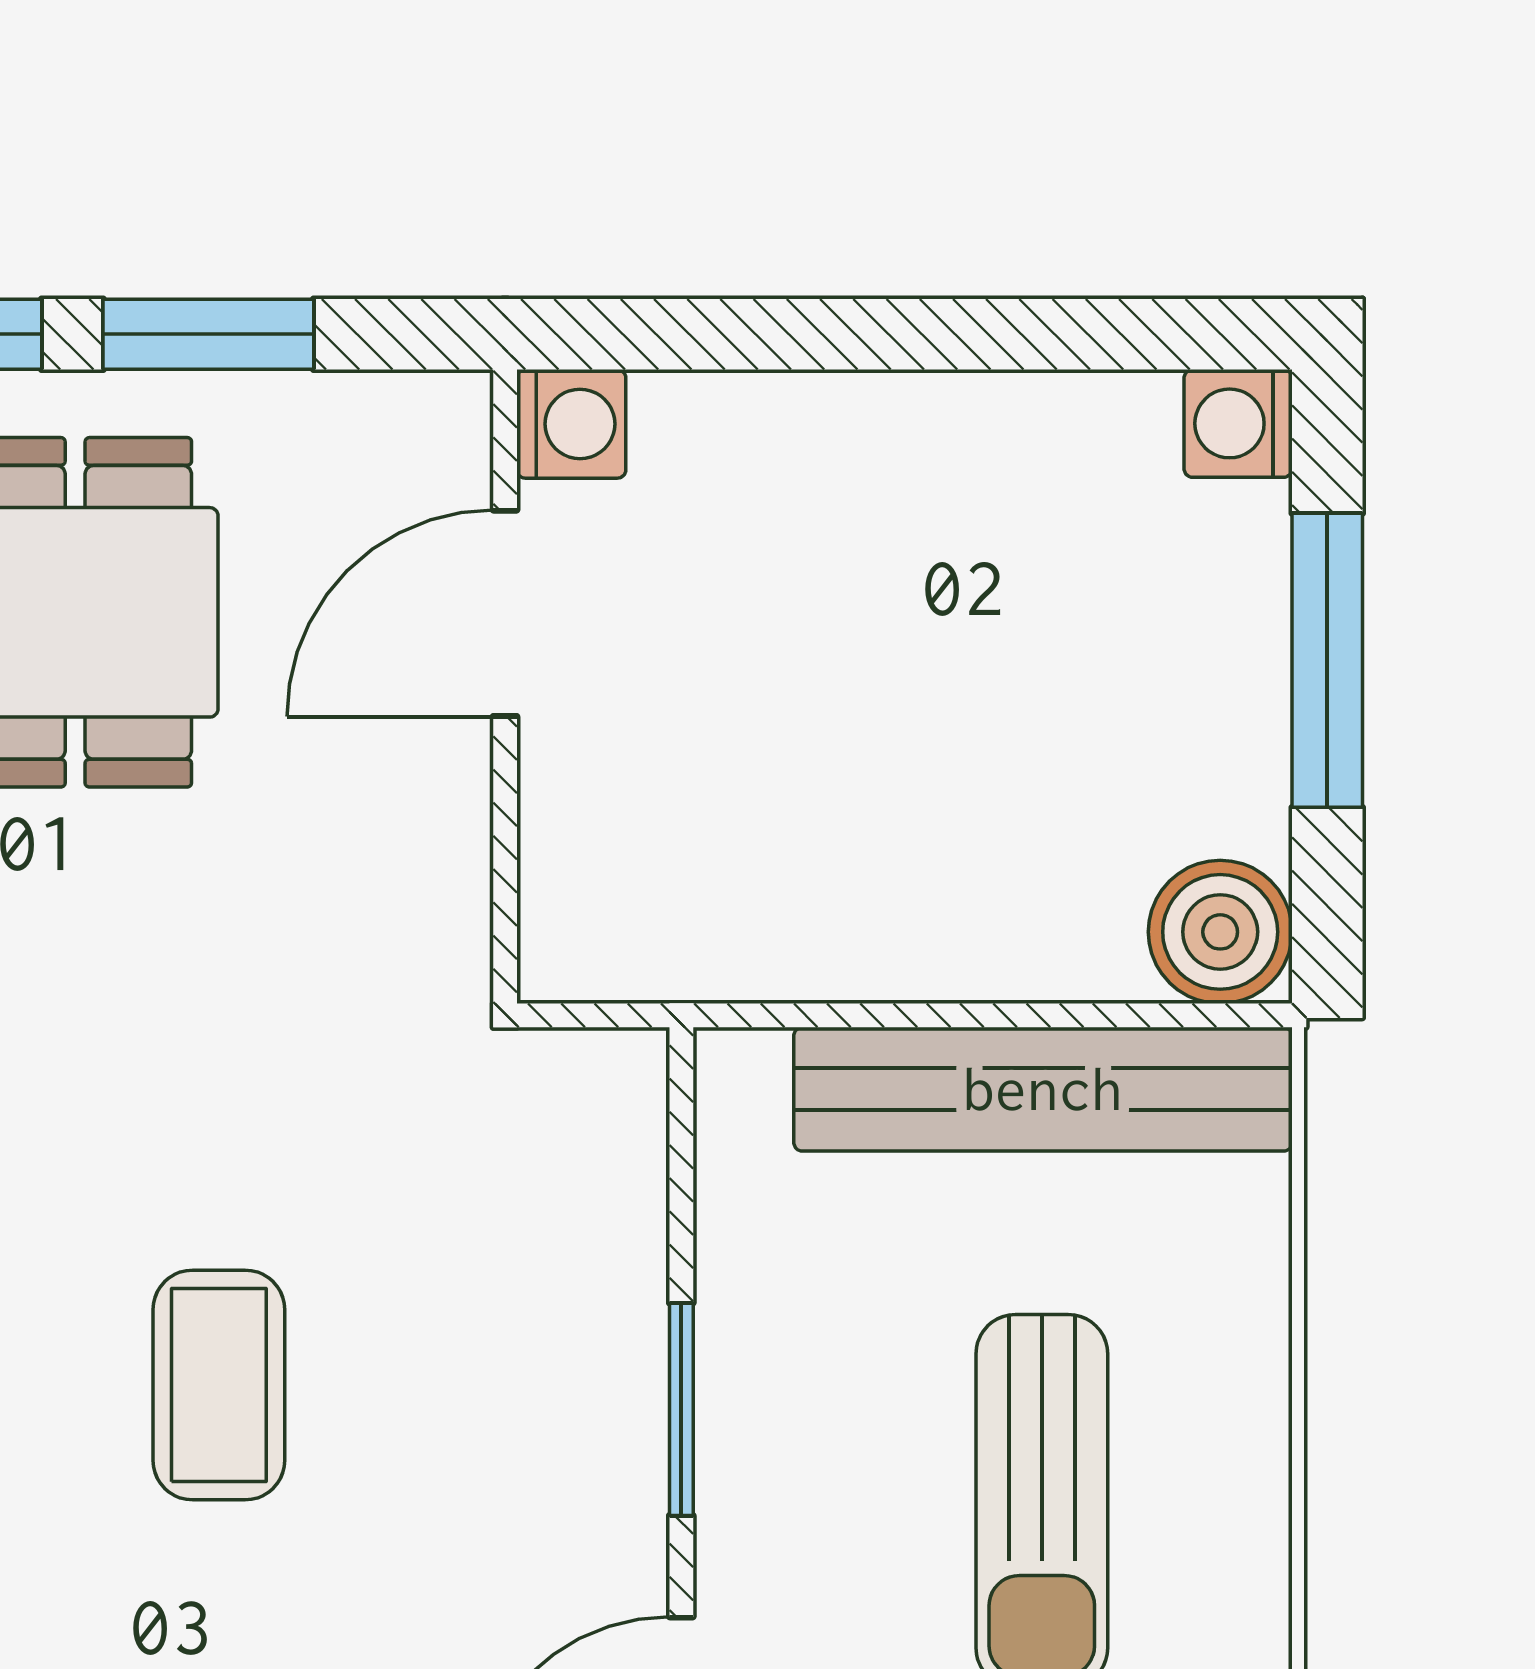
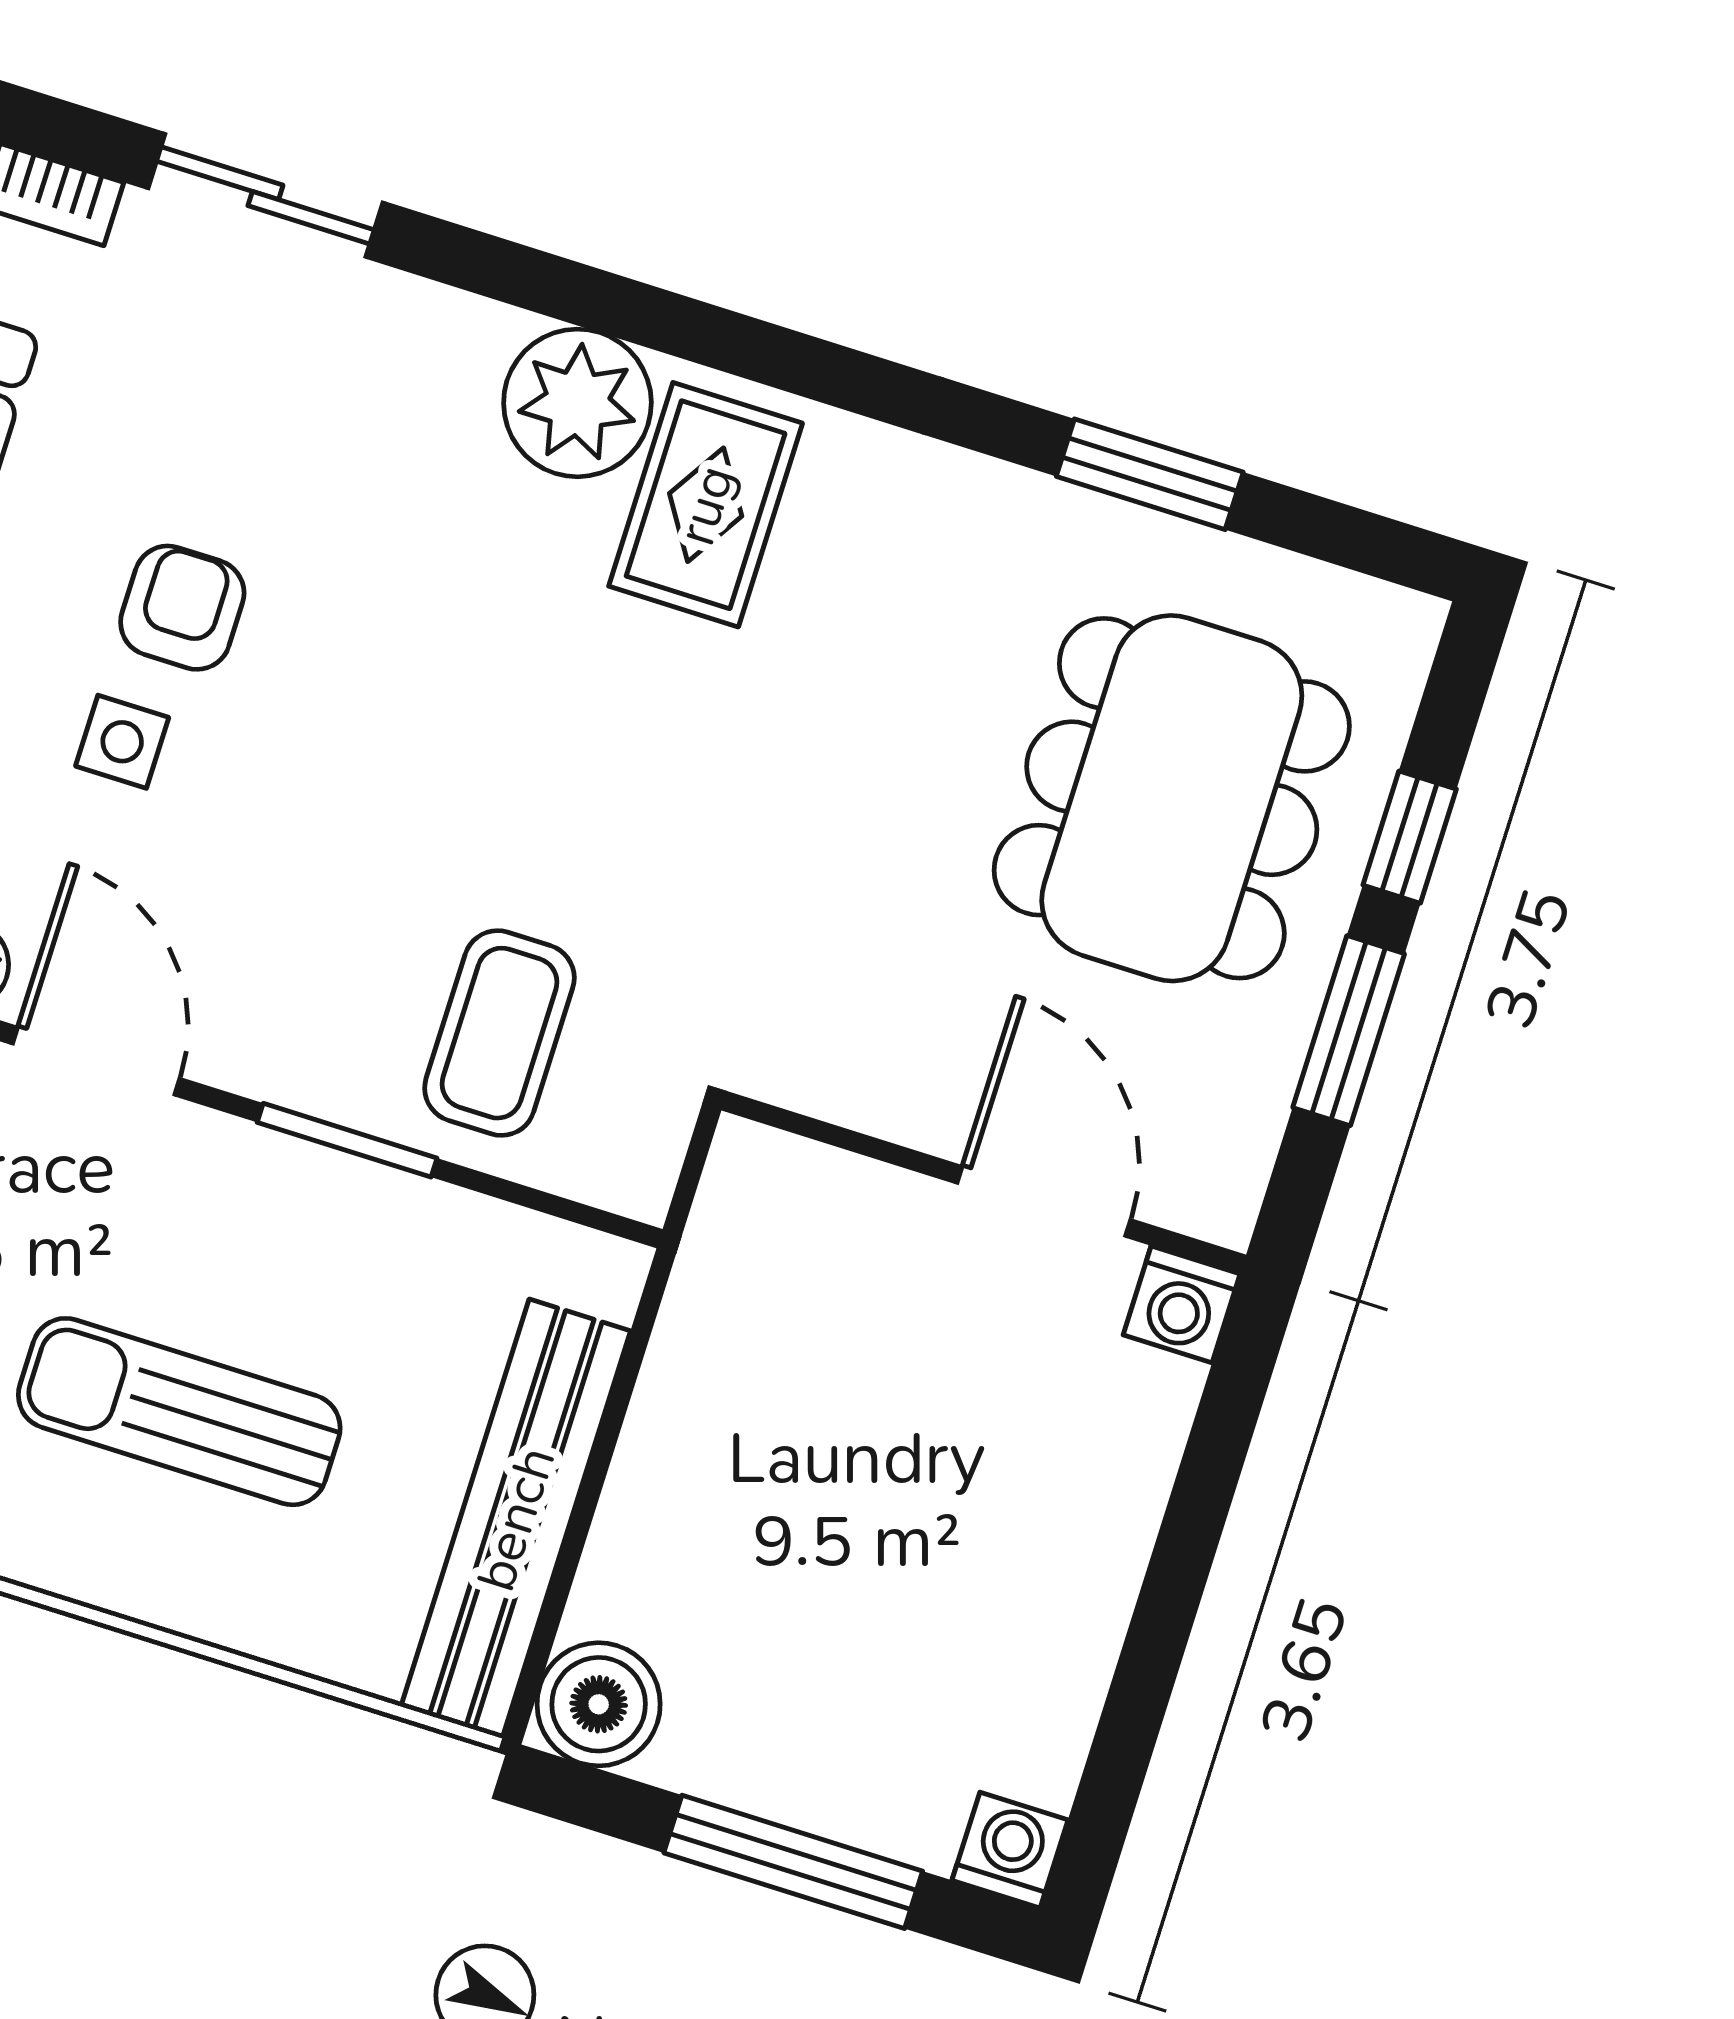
coffee table: (219, 1385) -> (499, 1033), moved, turned 90

